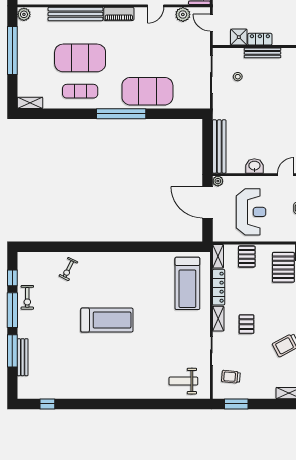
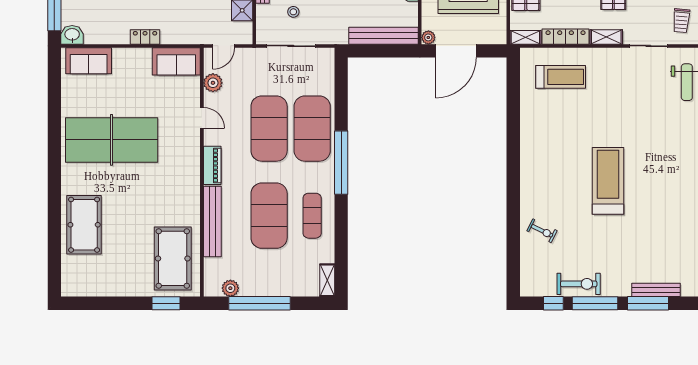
plant: (24, 14) -> (230, 288), moved
exercise mat: (147, 58) -> (269, 129), added
treadmill: (187, 283) -> (561, 77), width x0.73, depth x0.73
exercise bike: (27, 297) -> (579, 284), width x1.38, depth x1.39

